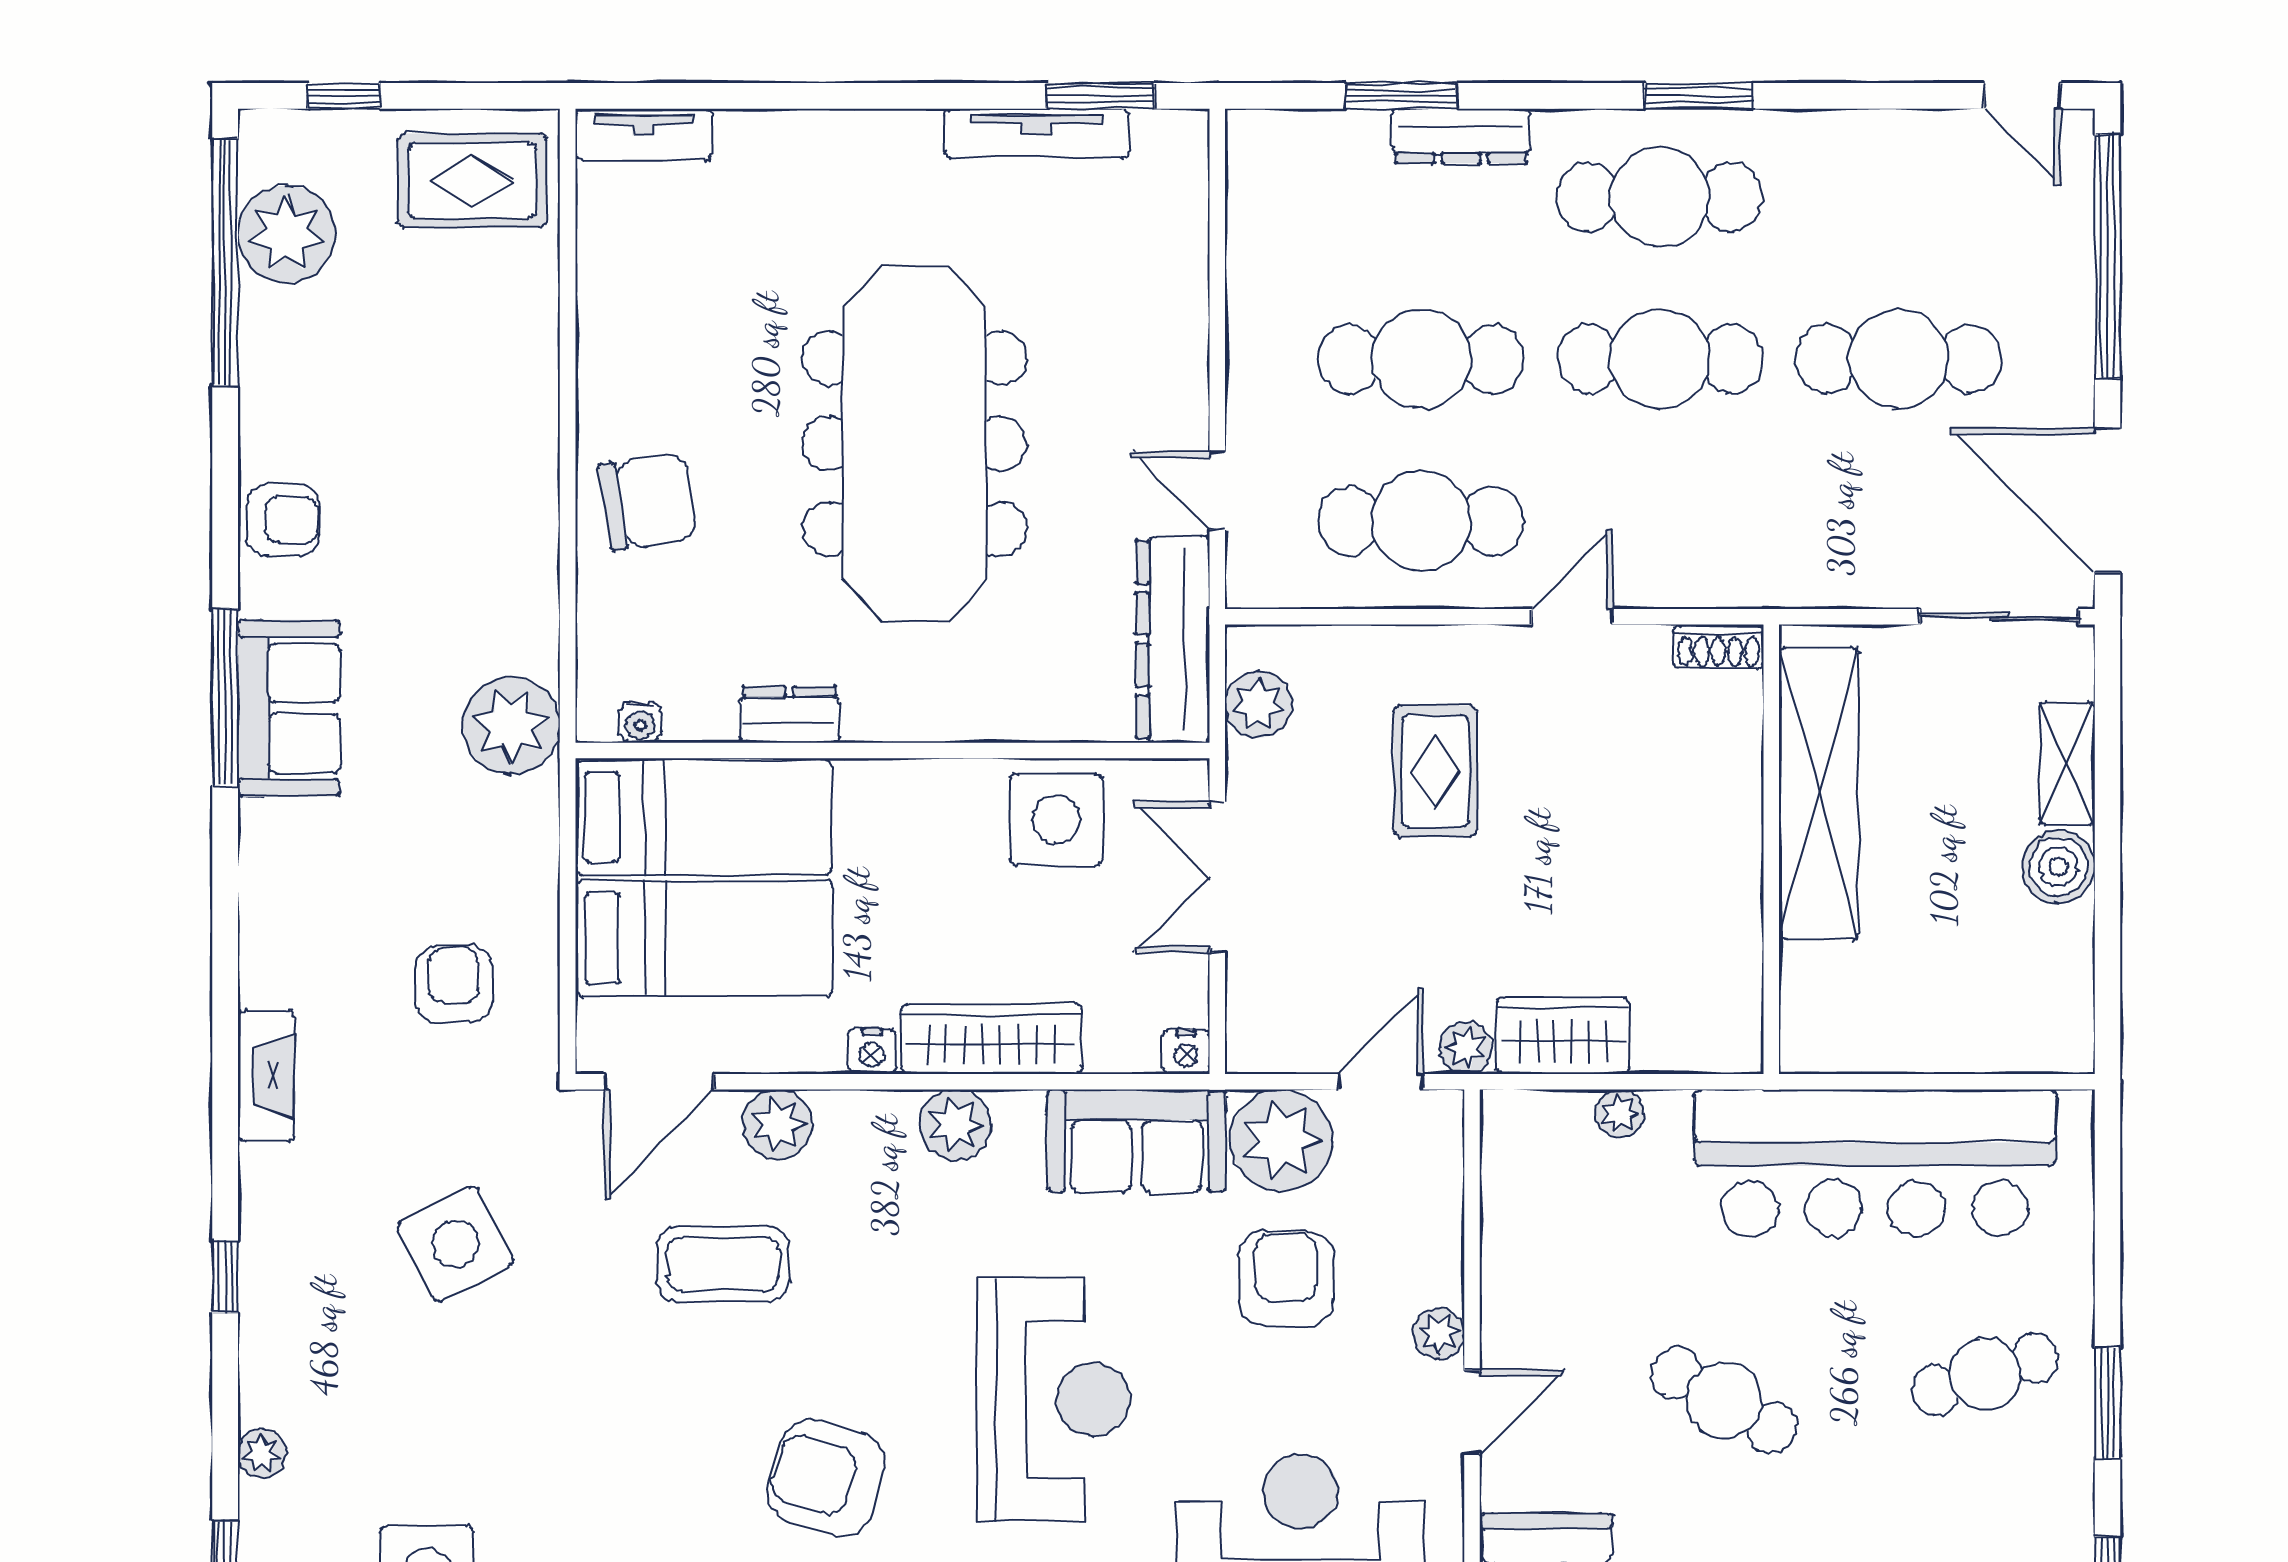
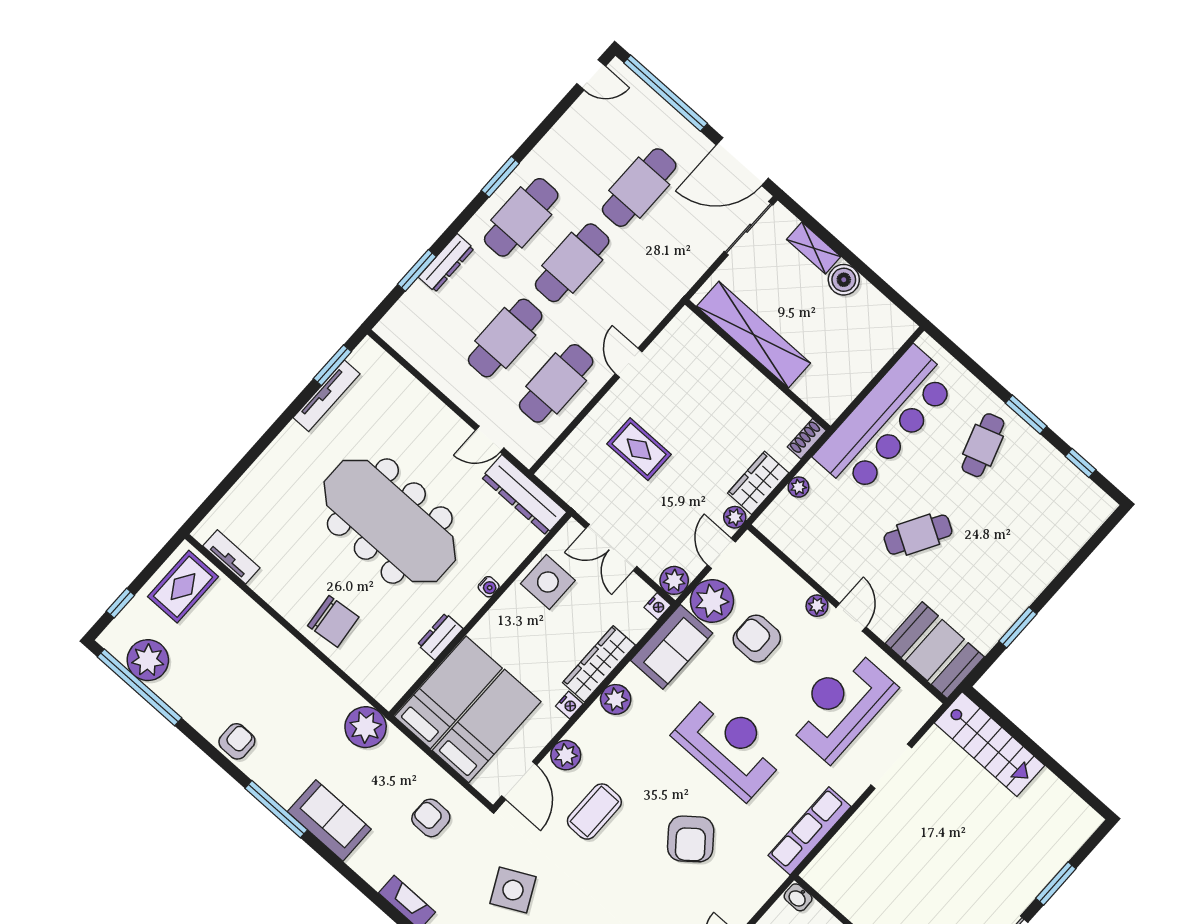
tv unit: (643, 135) -> (231, 557), moved, turned -90
chair: (648, 502) -> (333, 621), turned 93
shoe rack: (1718, 646) -> (807, 439), moved, turned 180
plant: (1258, 705) -> (674, 580), moved
sofa: (289, 708) -> (329, 820), moved
water cooler: (640, 722) -> (489, 587), moved
armchair: (826, 1478) -> (691, 839), turned -55

